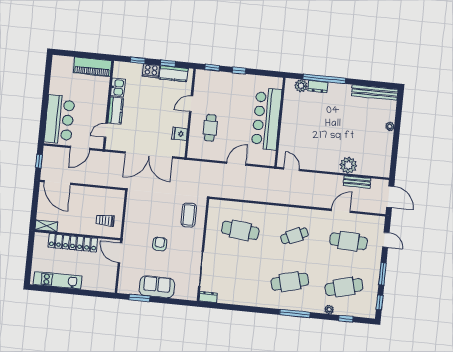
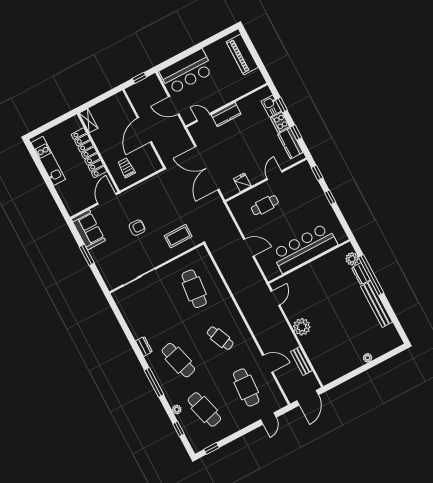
piano: (92, 67) -> (242, 55), moved
kitchen sink: (118, 87) -> (271, 106), moved, turned 90
bench: (375, 93) -> (377, 304), moved
door: (191, 104) -> (275, 175), hinge flipped
plant: (348, 165) -> (302, 327), moved
door: (57, 183) -> (144, 130), moved
window: (382, 274) -> (237, 435), removed
sofa: (157, 287) -> (88, 230), moved
dresser: (208, 297) -> (144, 346), moved
window: (139, 298) -> (87, 255), moved

